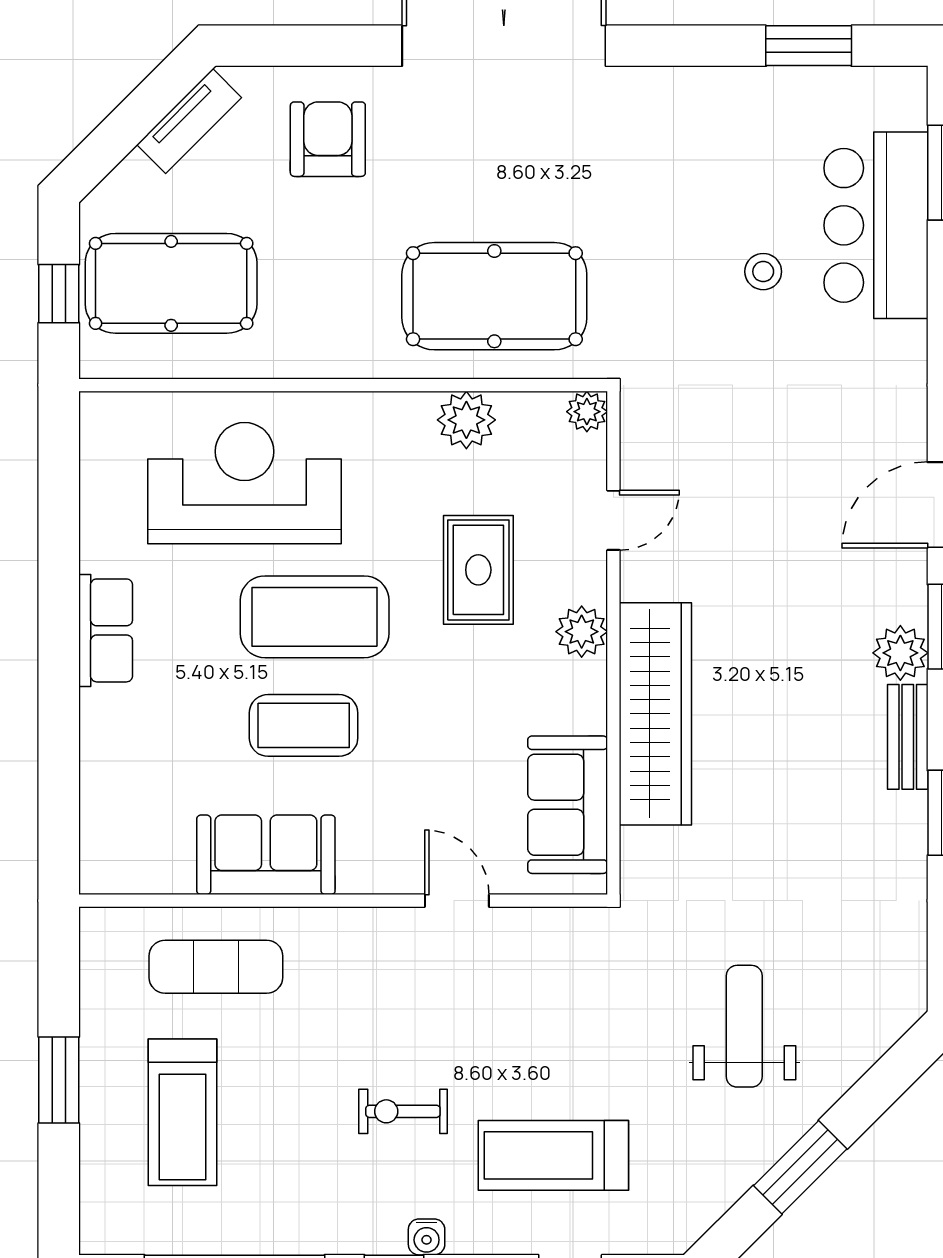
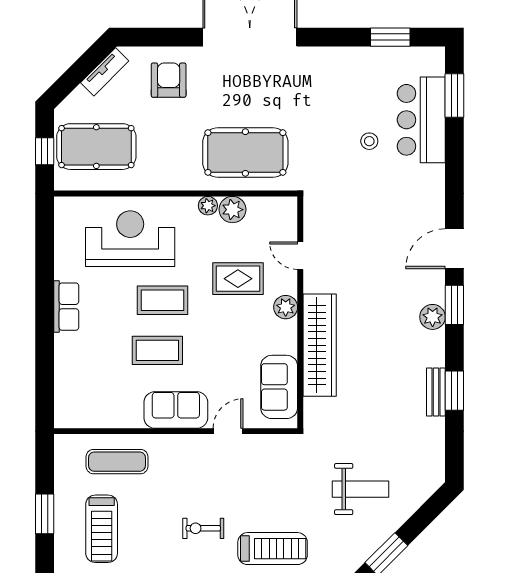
plant: (587, 412) -> (208, 206), moved
door: (613, 520) -> (300, 256), swing flipped
rug: (478, 570) -> (238, 279), turned 90
coffee table: (315, 617) -> (162, 300), width x0.73, depth x0.76
bench: (908, 737) -> (436, 392), moved
sofa: (266, 855) -> (176, 410), moved
door: (457, 901) -> (228, 431), hinge flipped
weight bench: (744, 1026) -> (361, 489), turned 90
treadmill: (553, 1155) -> (273, 549), turned 180

